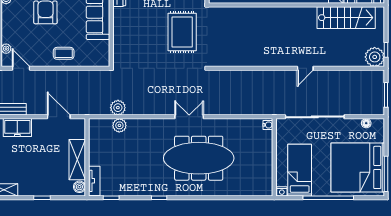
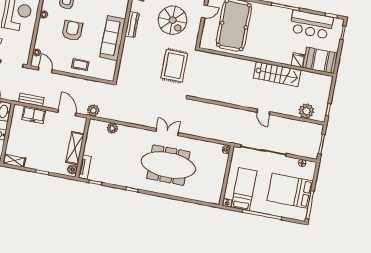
stairs: (346, 18) -> (277, 74), moved
plant: (375, 57) -> (306, 111), moved
door: (305, 68) -> (263, 112), hinge flipped
plant: (118, 108) -> (93, 110), moved
bed: (358, 167) -> (290, 191), width x0.73

